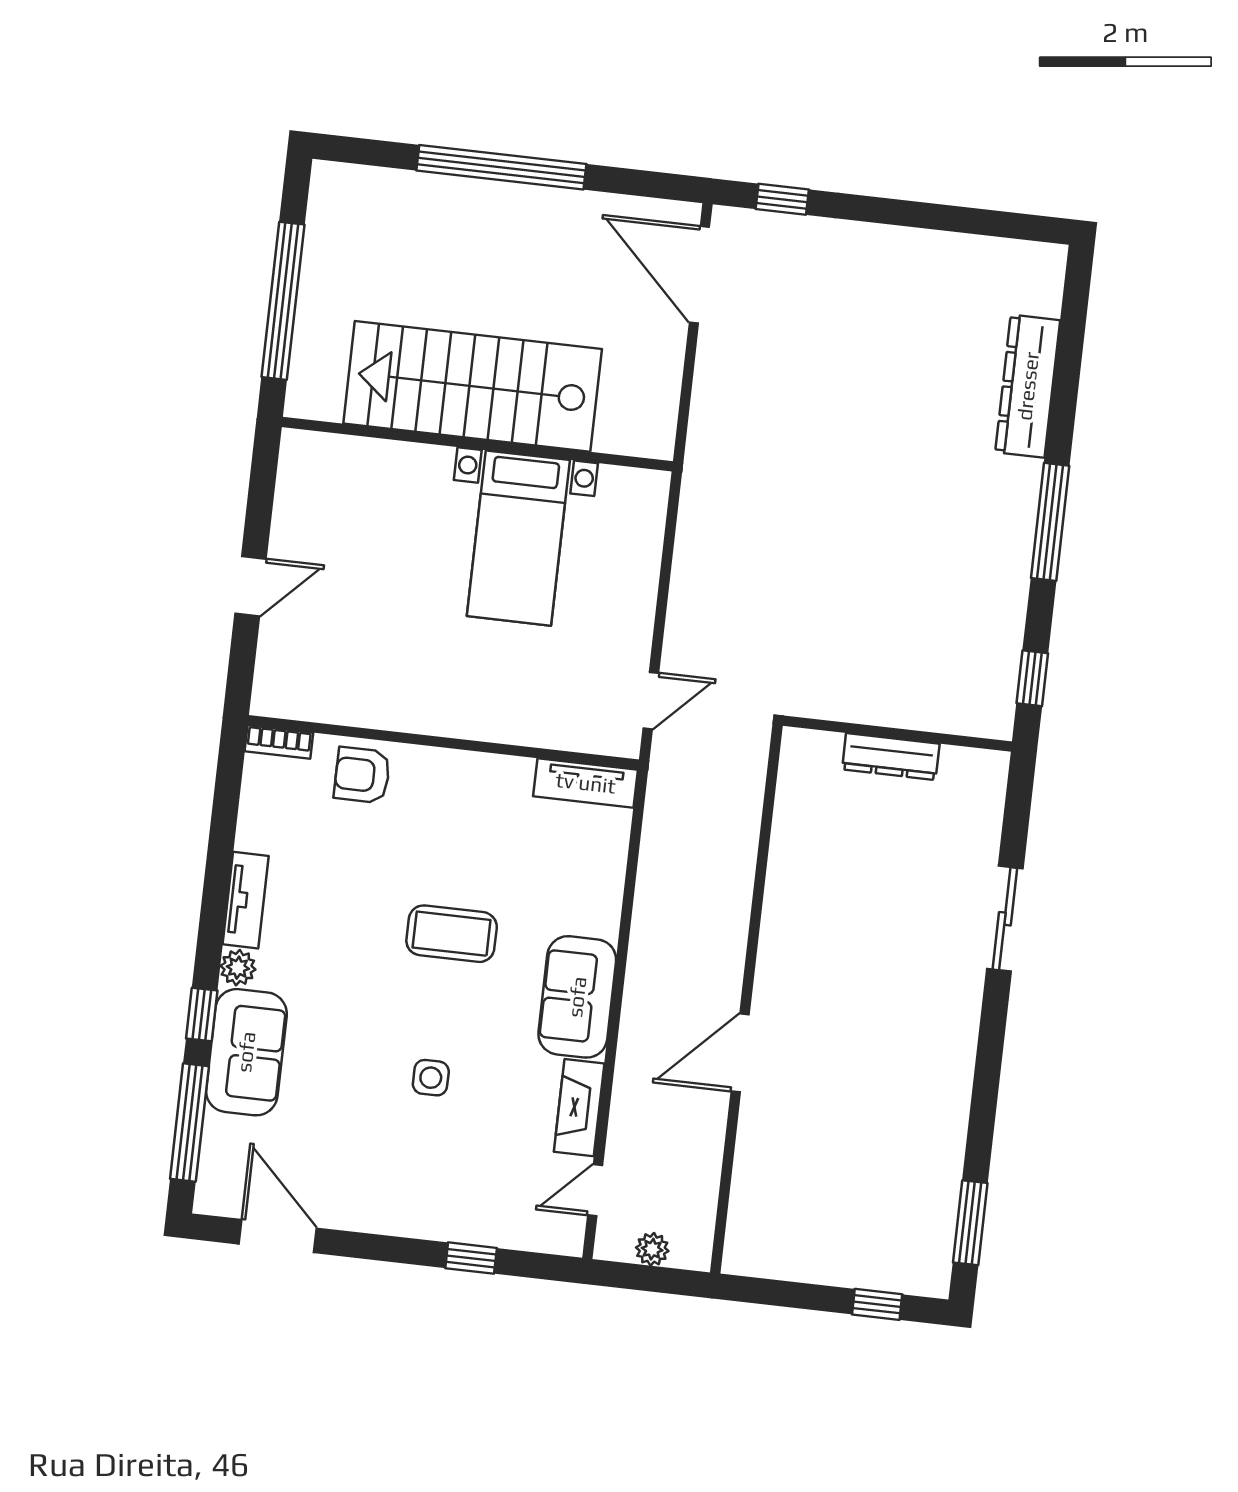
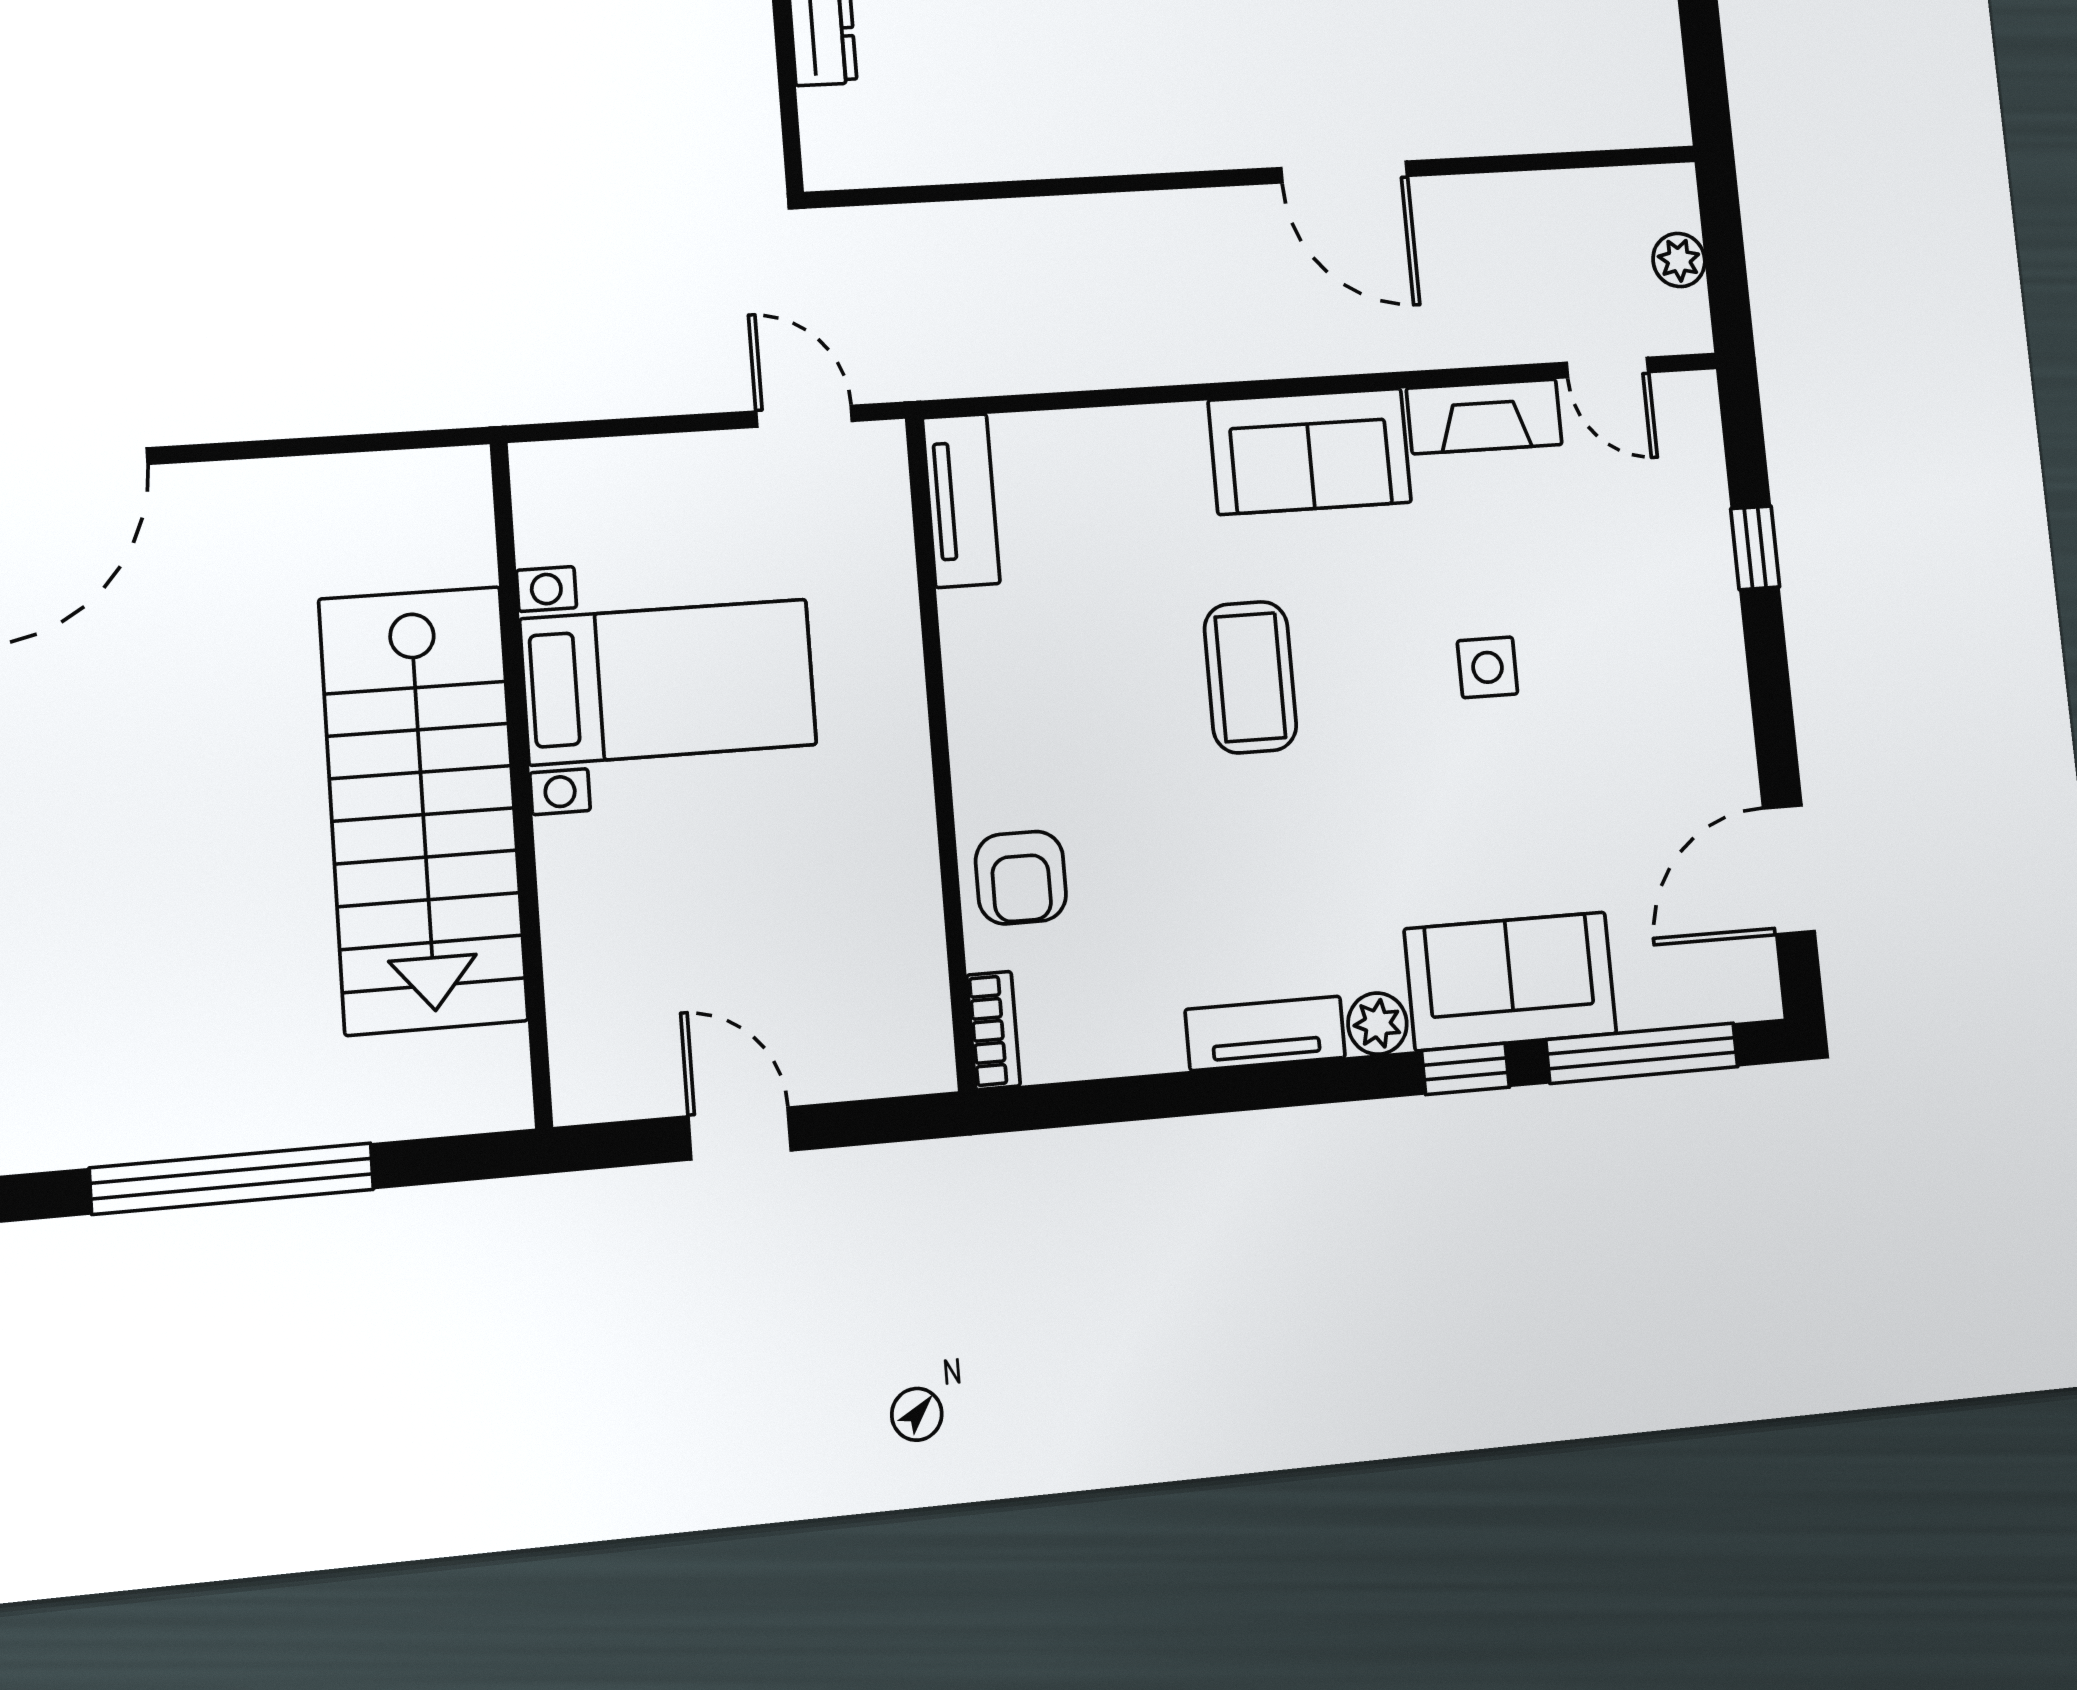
stairs: (473, 386) -> (423, 809), moved
wall: (477, 444) -> (521, 782), moved
bed with nightstands: (518, 538) -> (668, 682), moved

